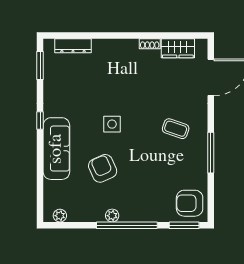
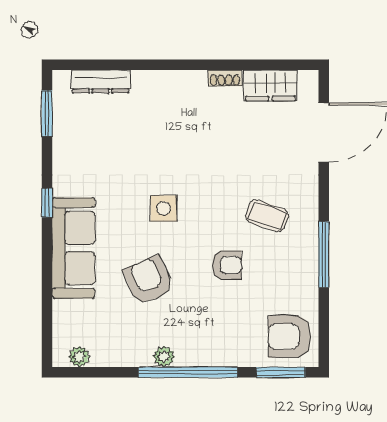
armchair: (151, 159) -> (227, 265), added

